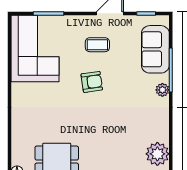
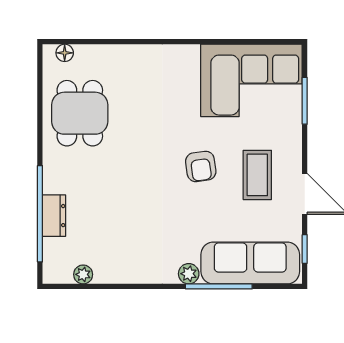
coffee table: (97, 45) -> (257, 175), width x1.36, depth x1.30
sofa: (155, 49) -> (250, 263), width x1.36
plant: (157, 154) -> (83, 274), width x0.53, depth x0.53

